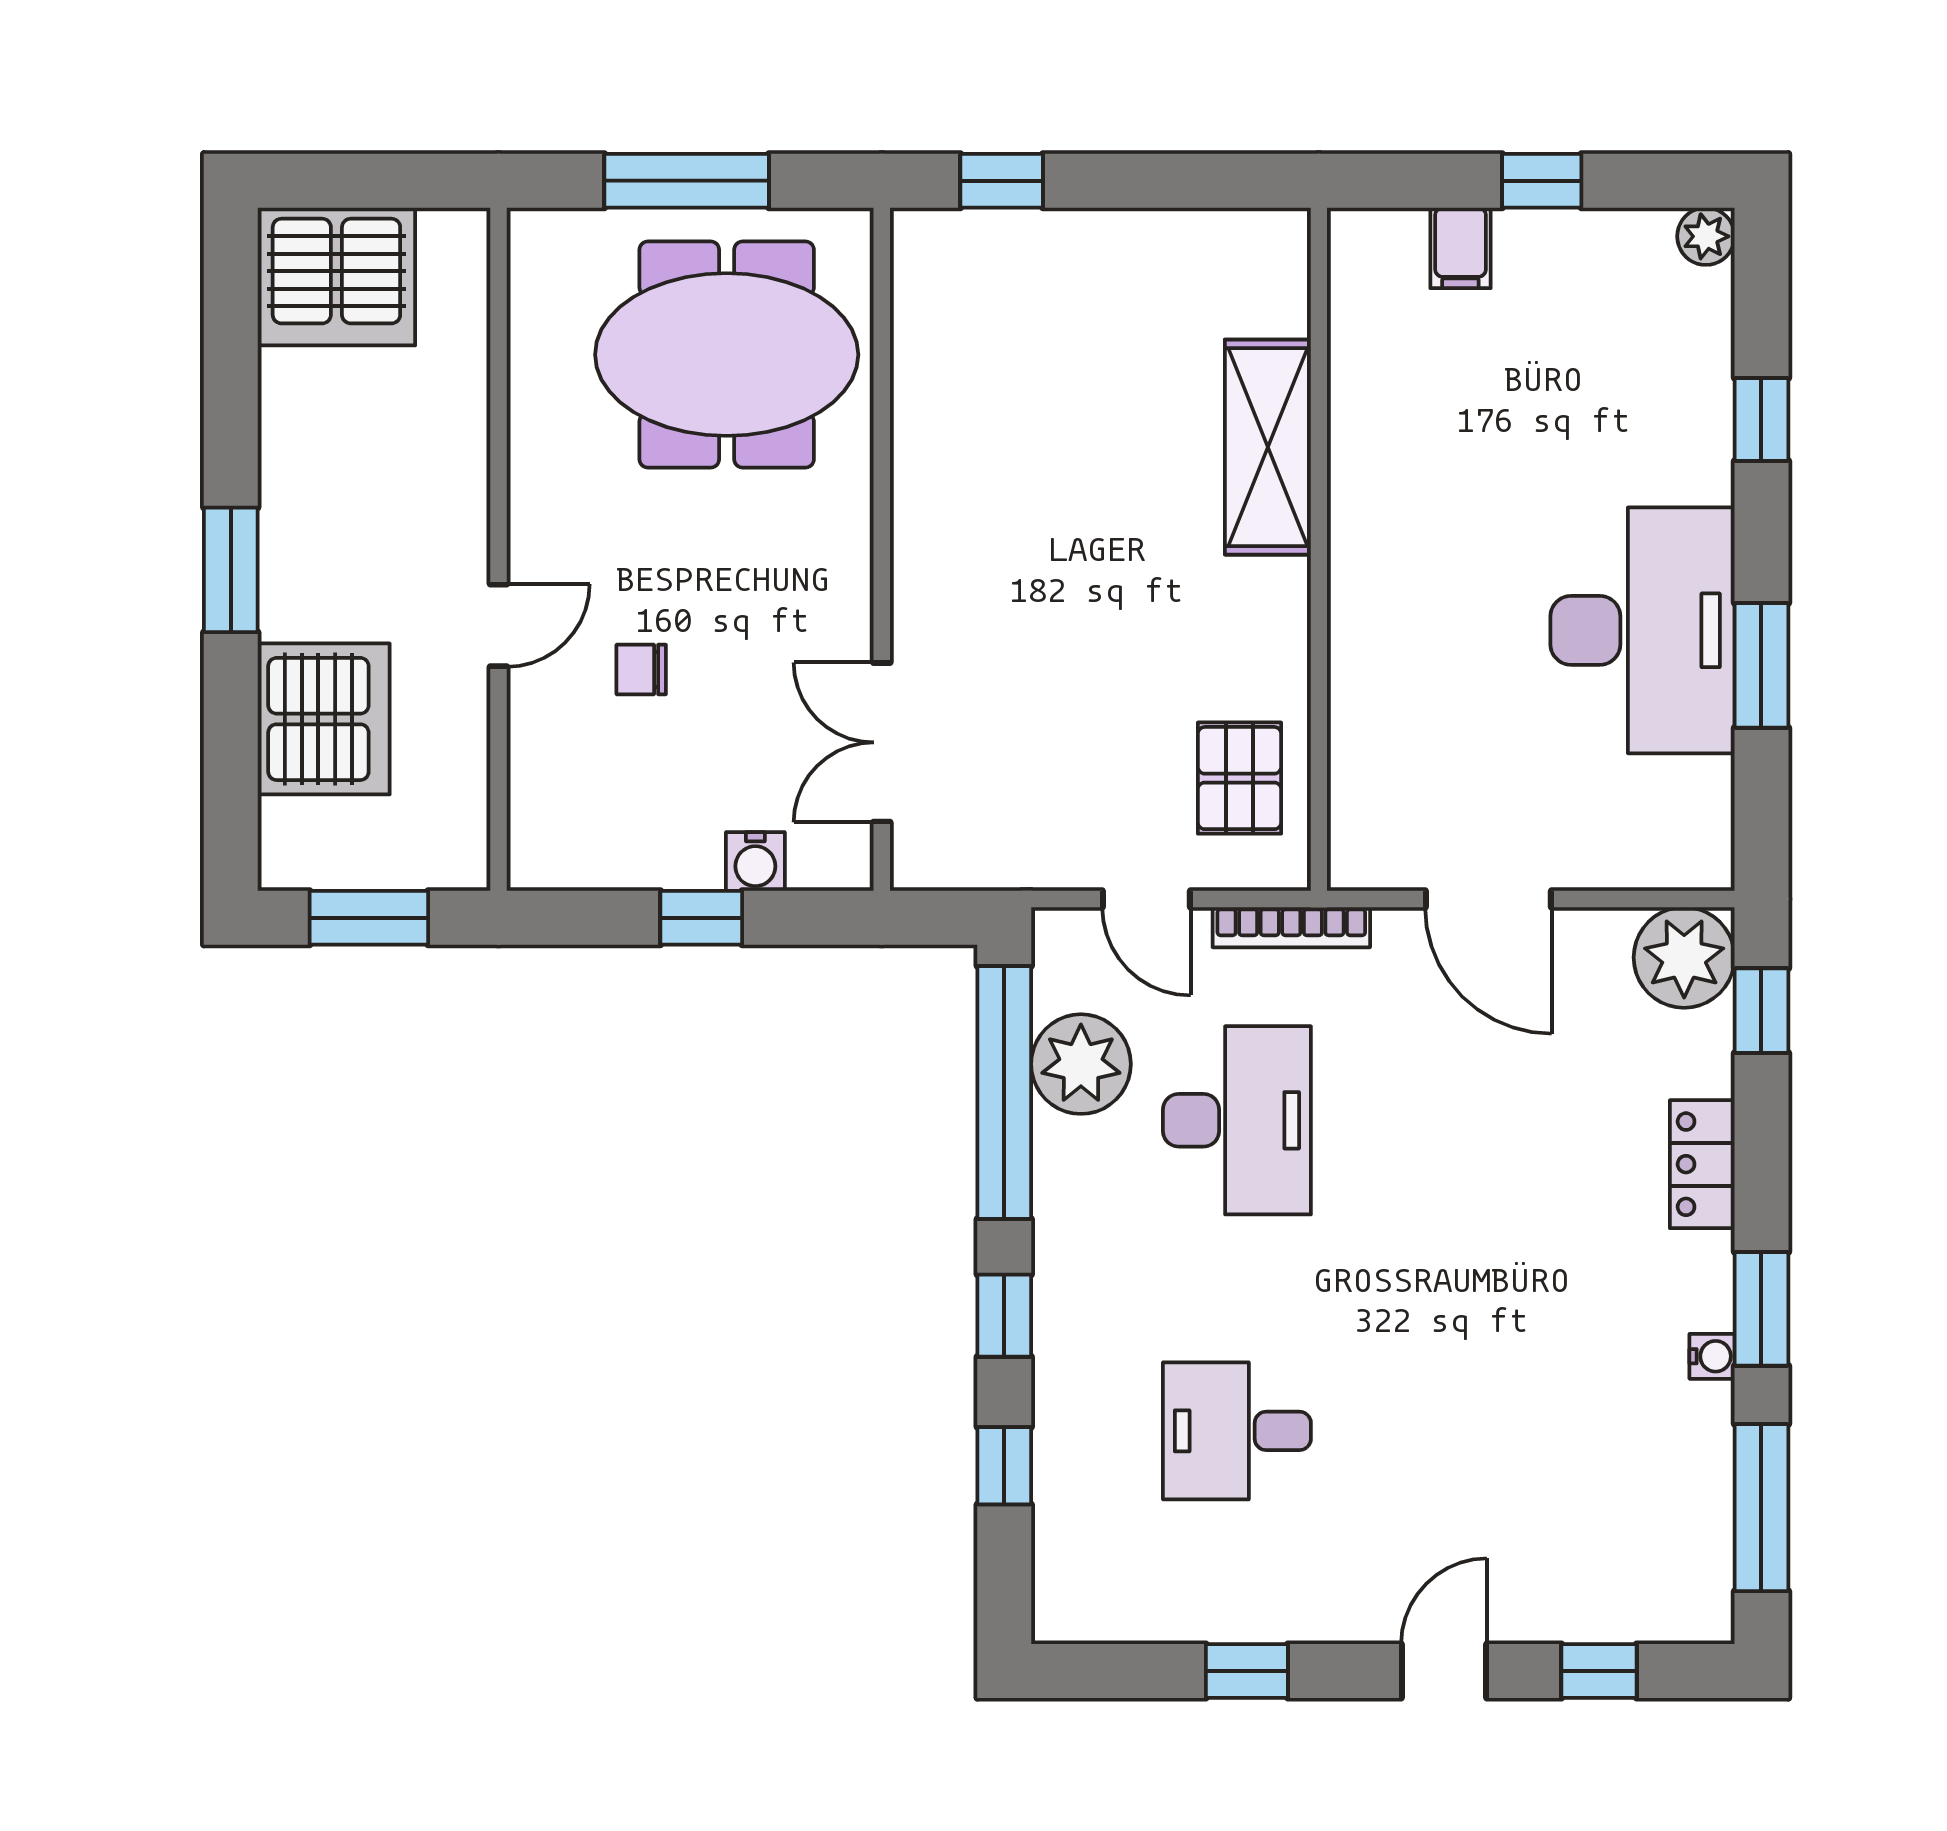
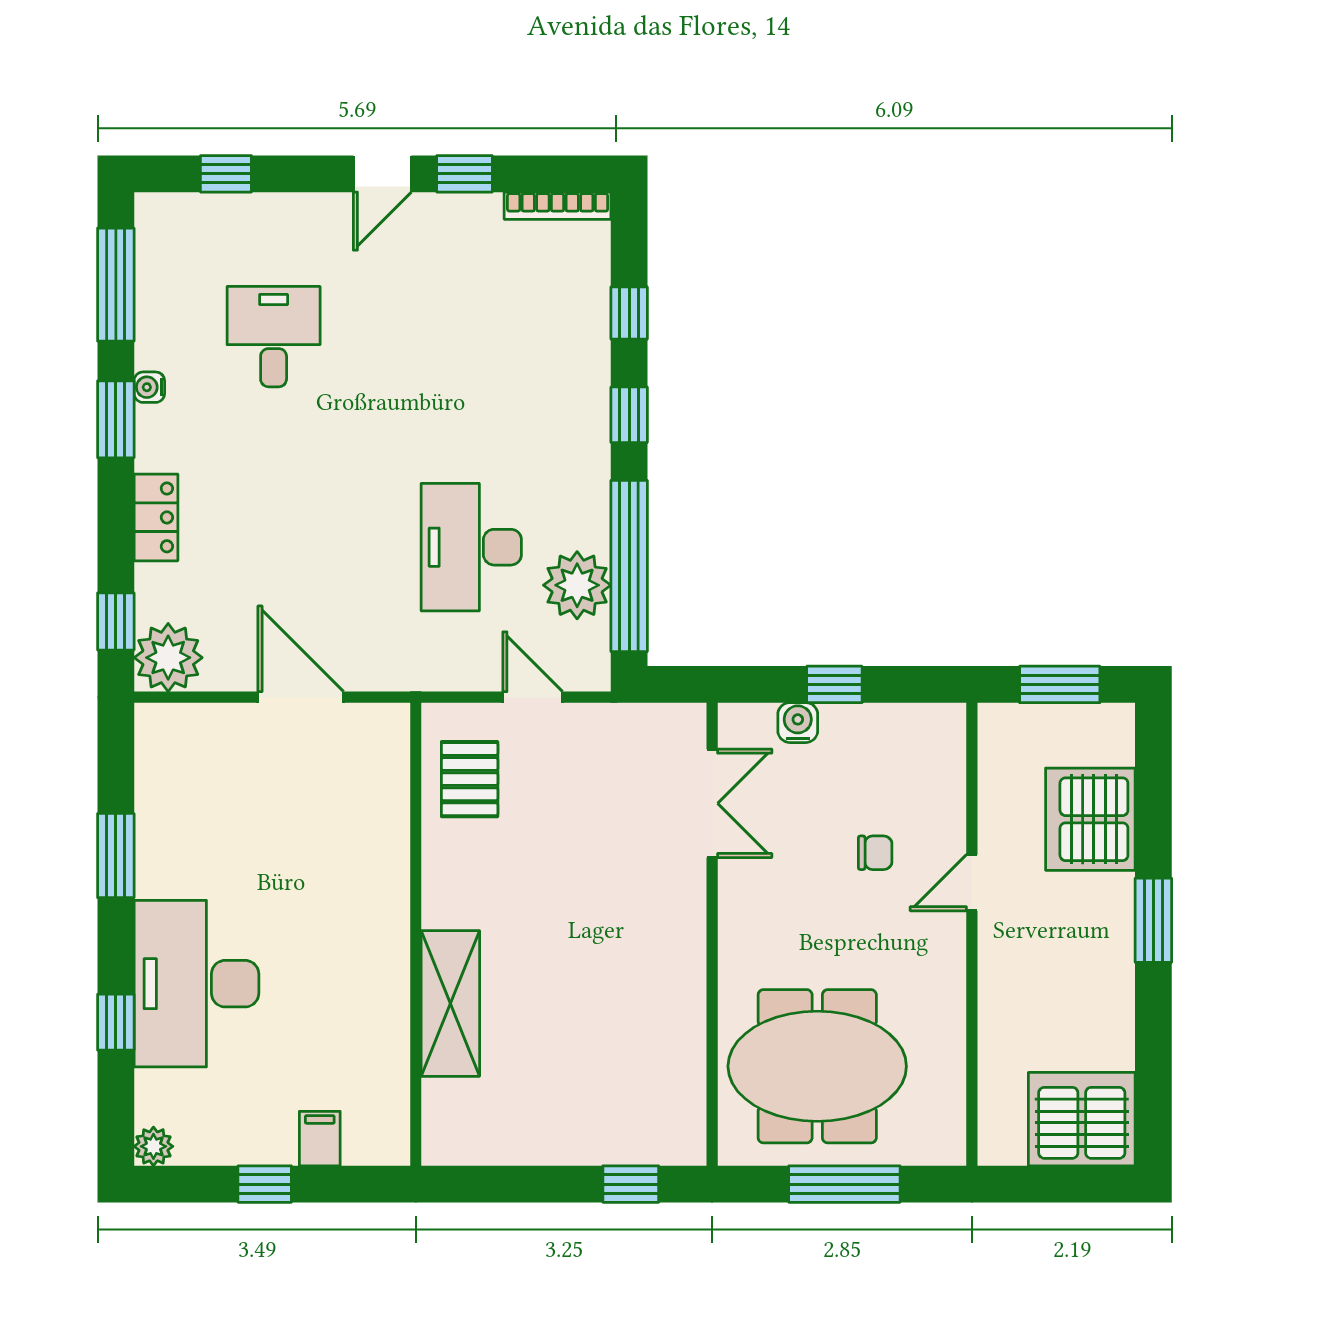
desk: (1642, 630) -> (196, 984), moved
bookcase: (1291, 927) -> (558, 206), moved, turned 180
desk: (1237, 1431) -> (274, 337), moved, turned -90
door: (1444, 1671) -> (382, 174), moved

